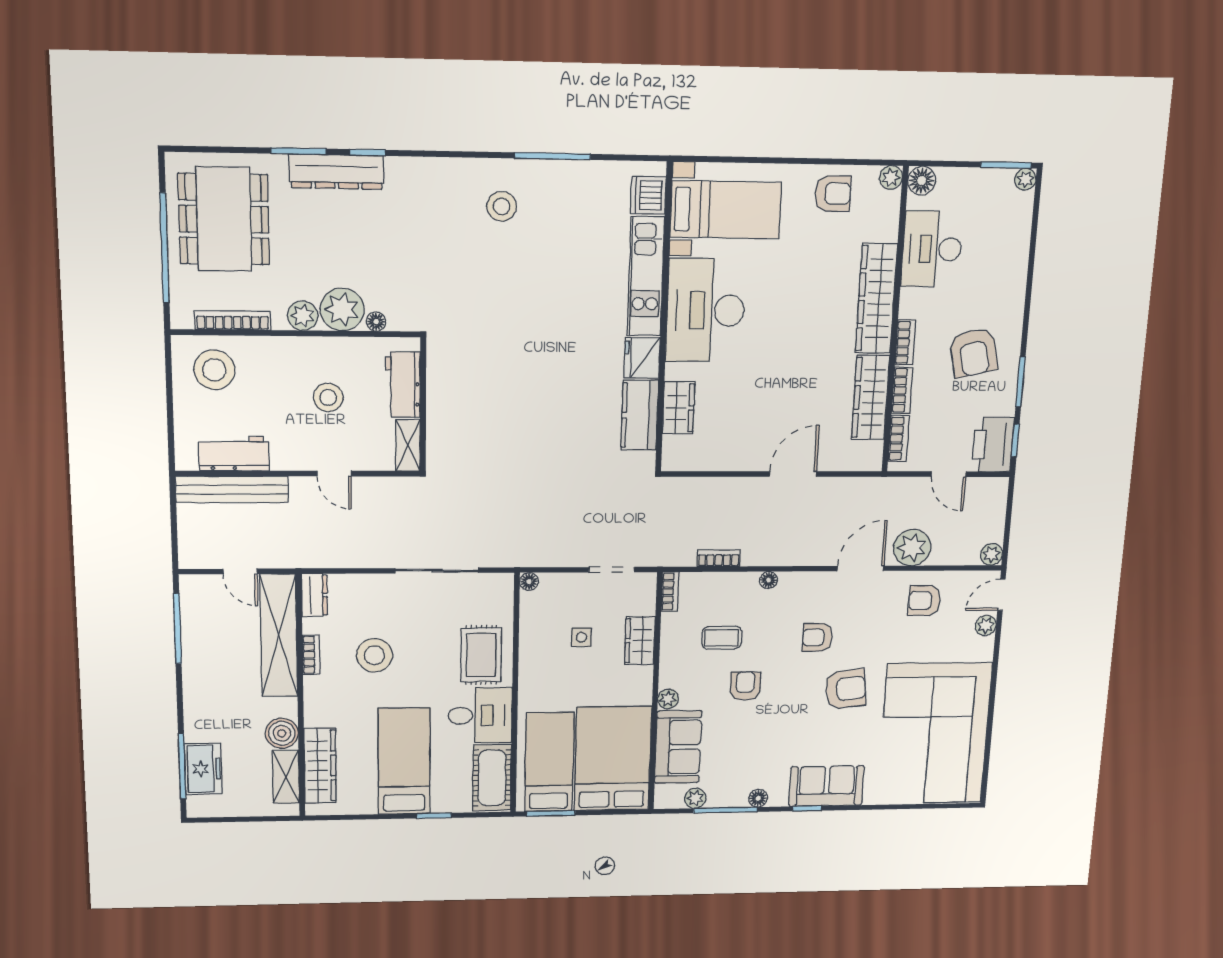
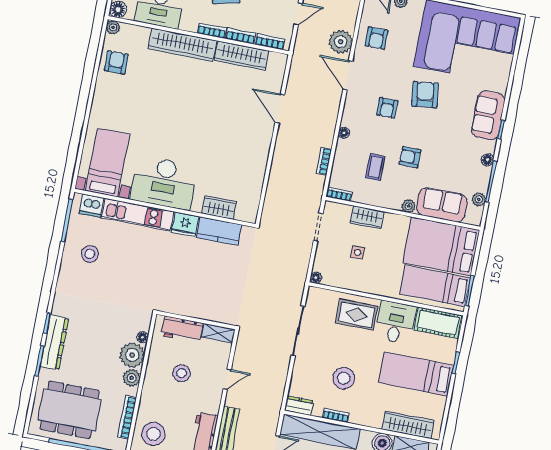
dishwasher: (648, 195) -> (91, 206), moved
bed with nightstands: (726, 210) -> (108, 162), moved
kitchen unit: (646, 276) -> (138, 215), moved
desk: (706, 310) -> (164, 183), moved
wall: (664, 320) -> (165, 208), moved
fridge: (642, 358) -> (185, 224), moved
wardrobe: (679, 408) -> (219, 207), moved
kitchen counter: (640, 415) -> (219, 231), moved

